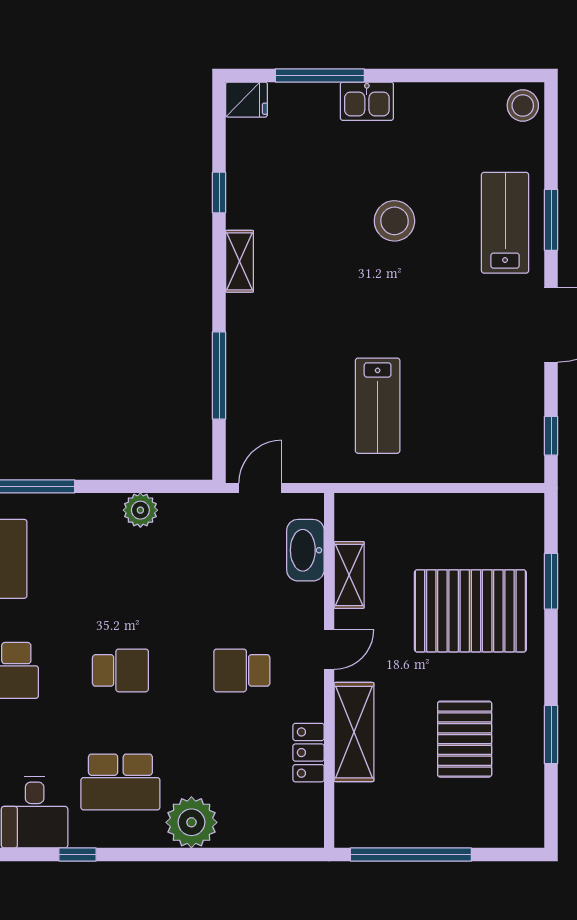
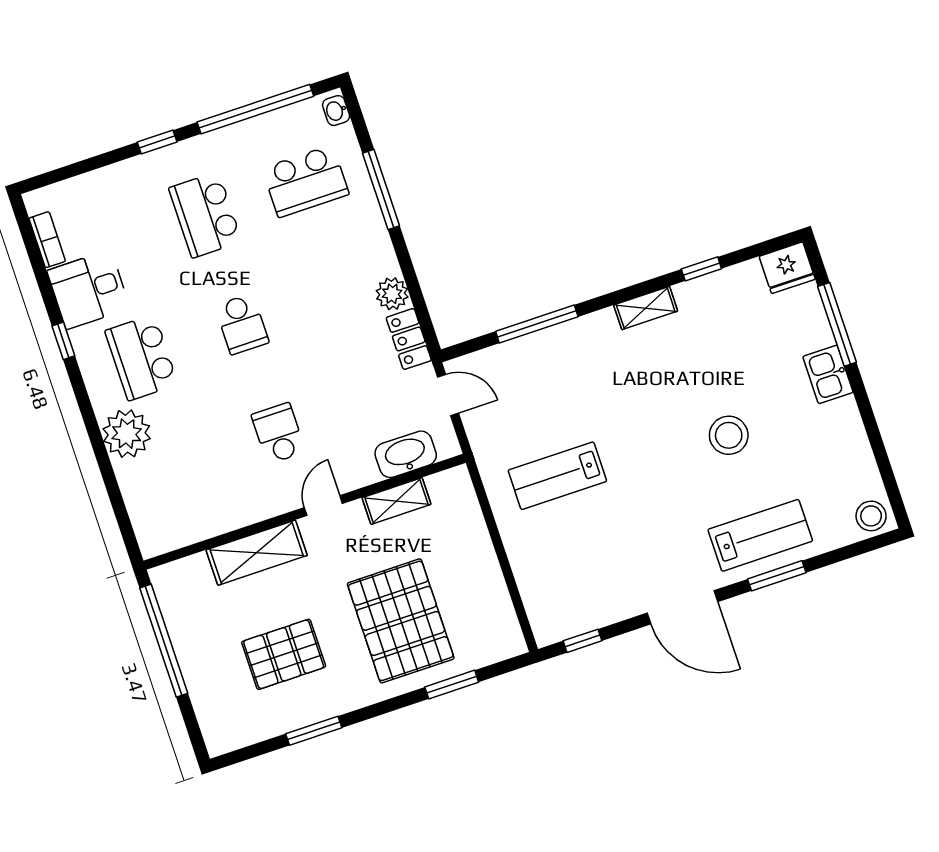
fridge: (247, 100) -> (787, 268), width x1.38
door: (329, 650) -> (323, 506), swing flipped
locker: (309, 753) -> (409, 339), moved, turned -90

